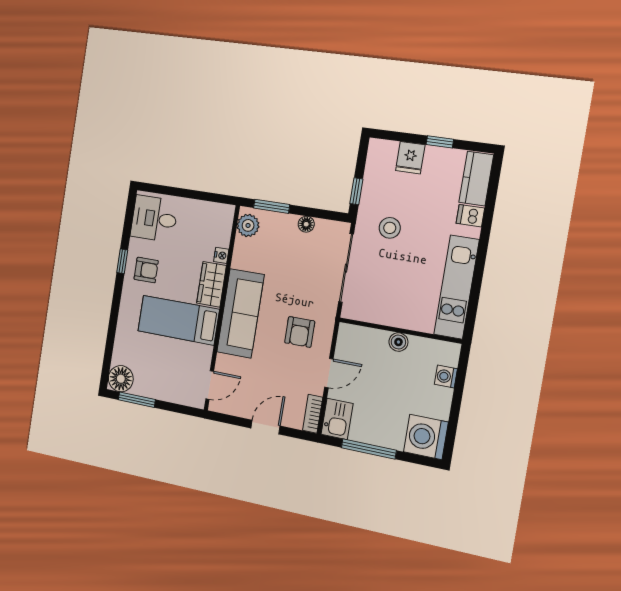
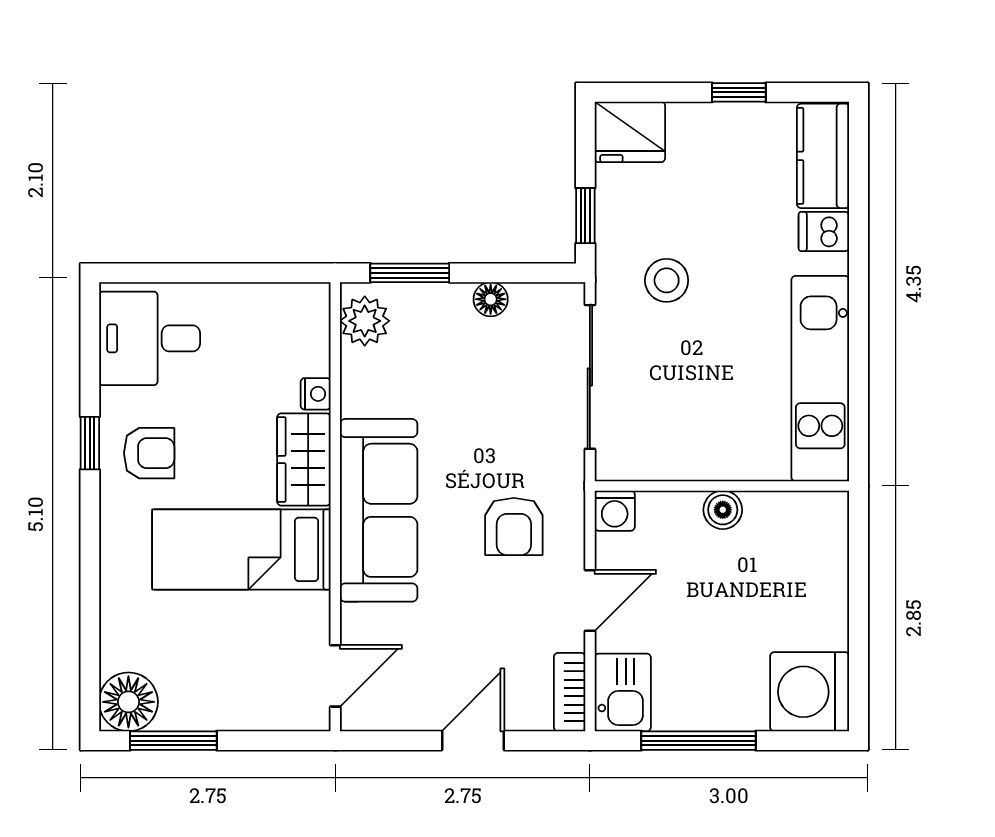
fridge: (410, 158) -> (630, 132), moved, width x1.38
washing machine: (446, 377) -> (615, 511), moved, turned -90

